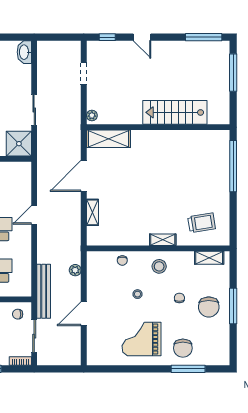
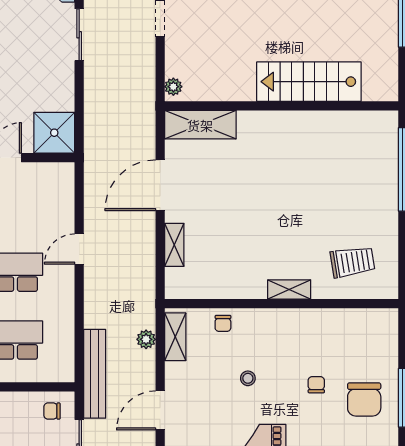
sliding door: (34, 110) -> (79, 35), moved
shelving: (209, 258) -> (175, 337), moved, turned 90
stool: (159, 266) -> (283, 333), removed

